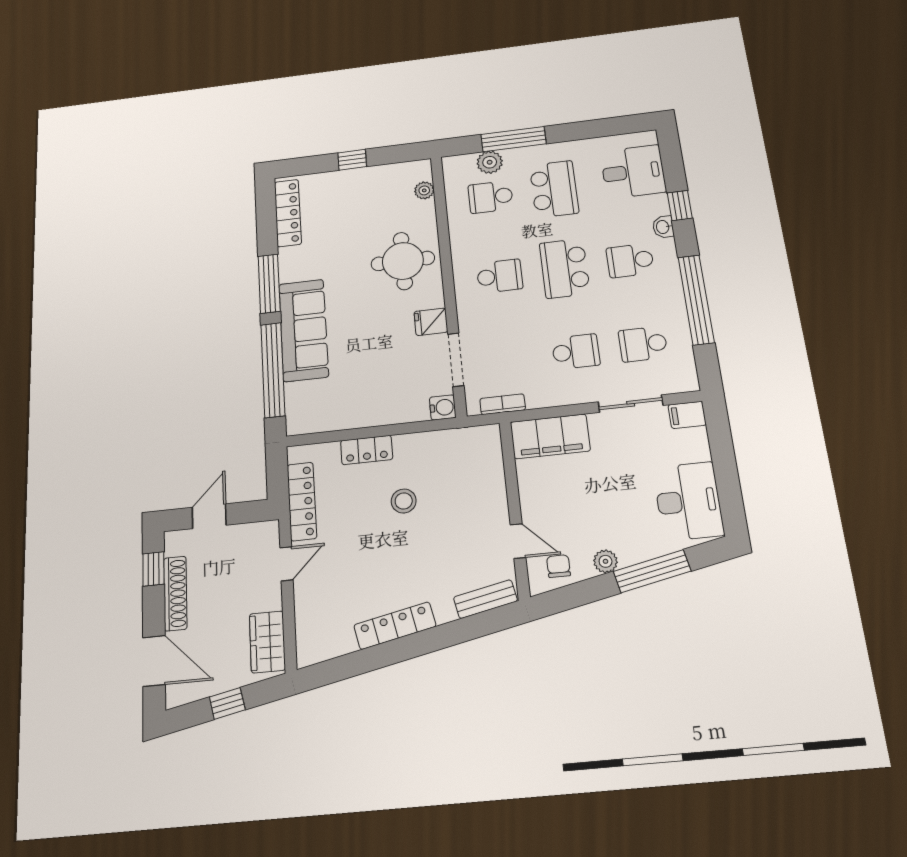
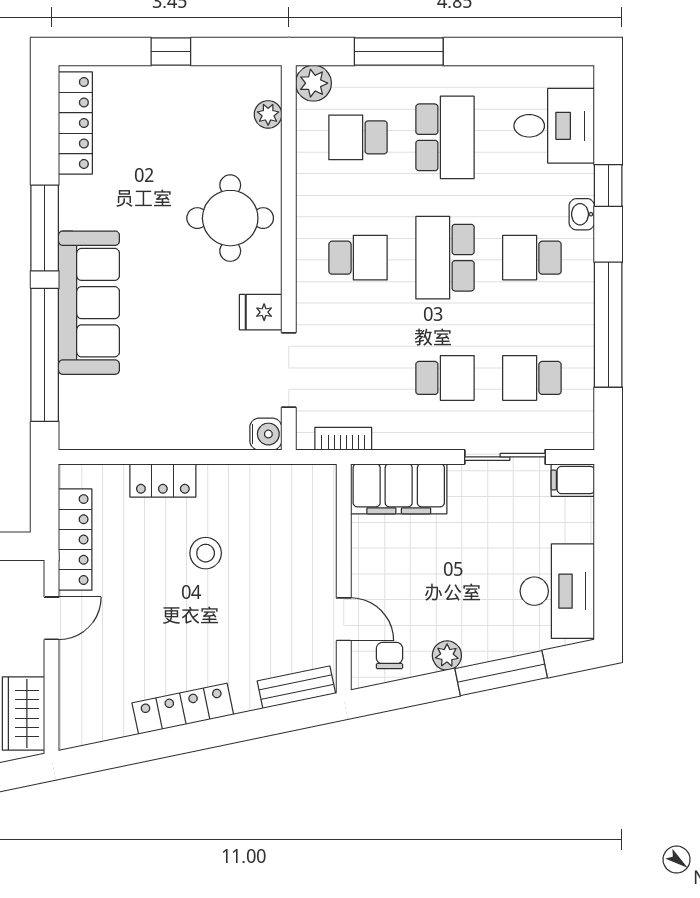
plant: (490, 162) -> (313, 83), moved

